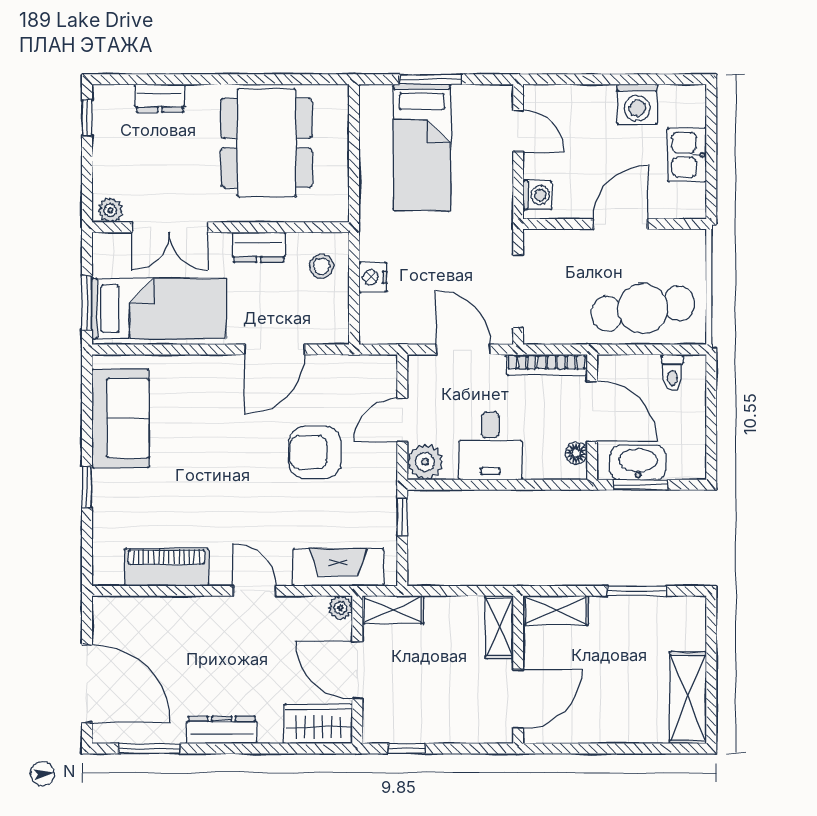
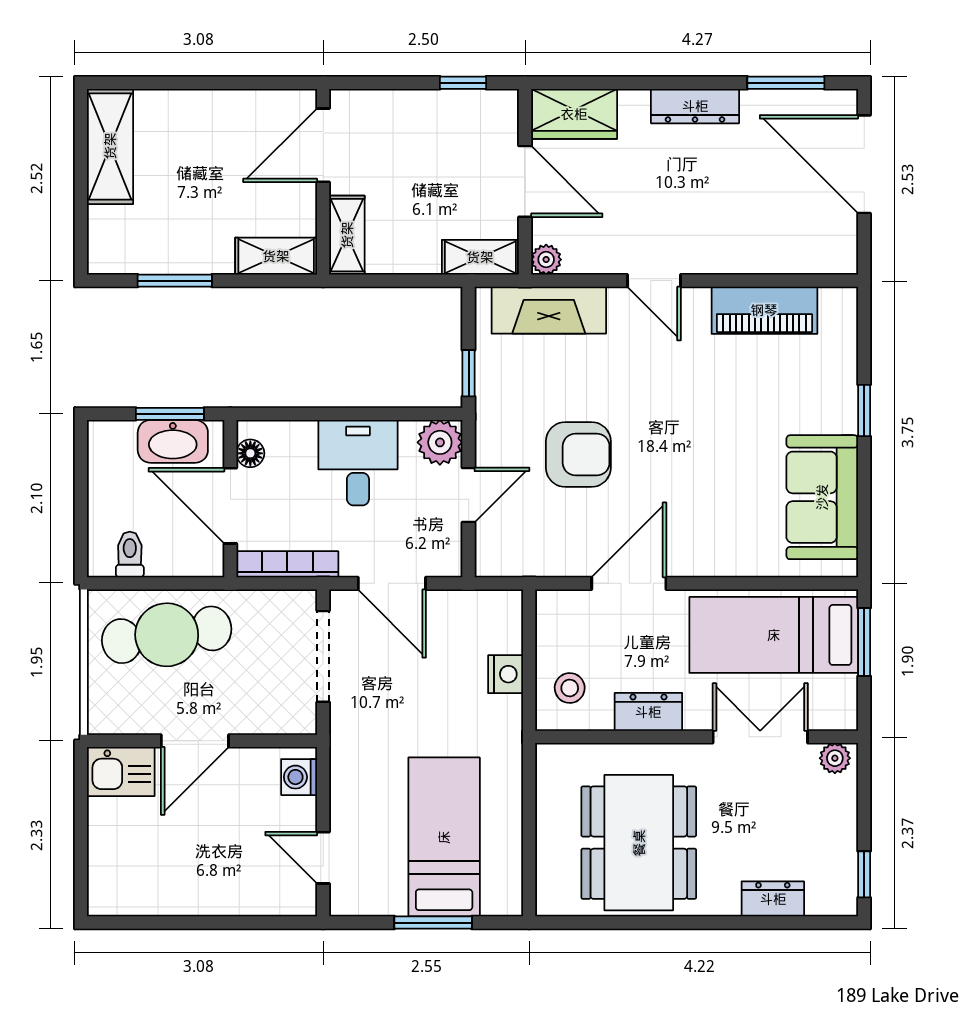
washing machine: (637, 104) -> (174, 891), removed
kitchen sink: (687, 155) -> (121, 771), moved, turned 90

